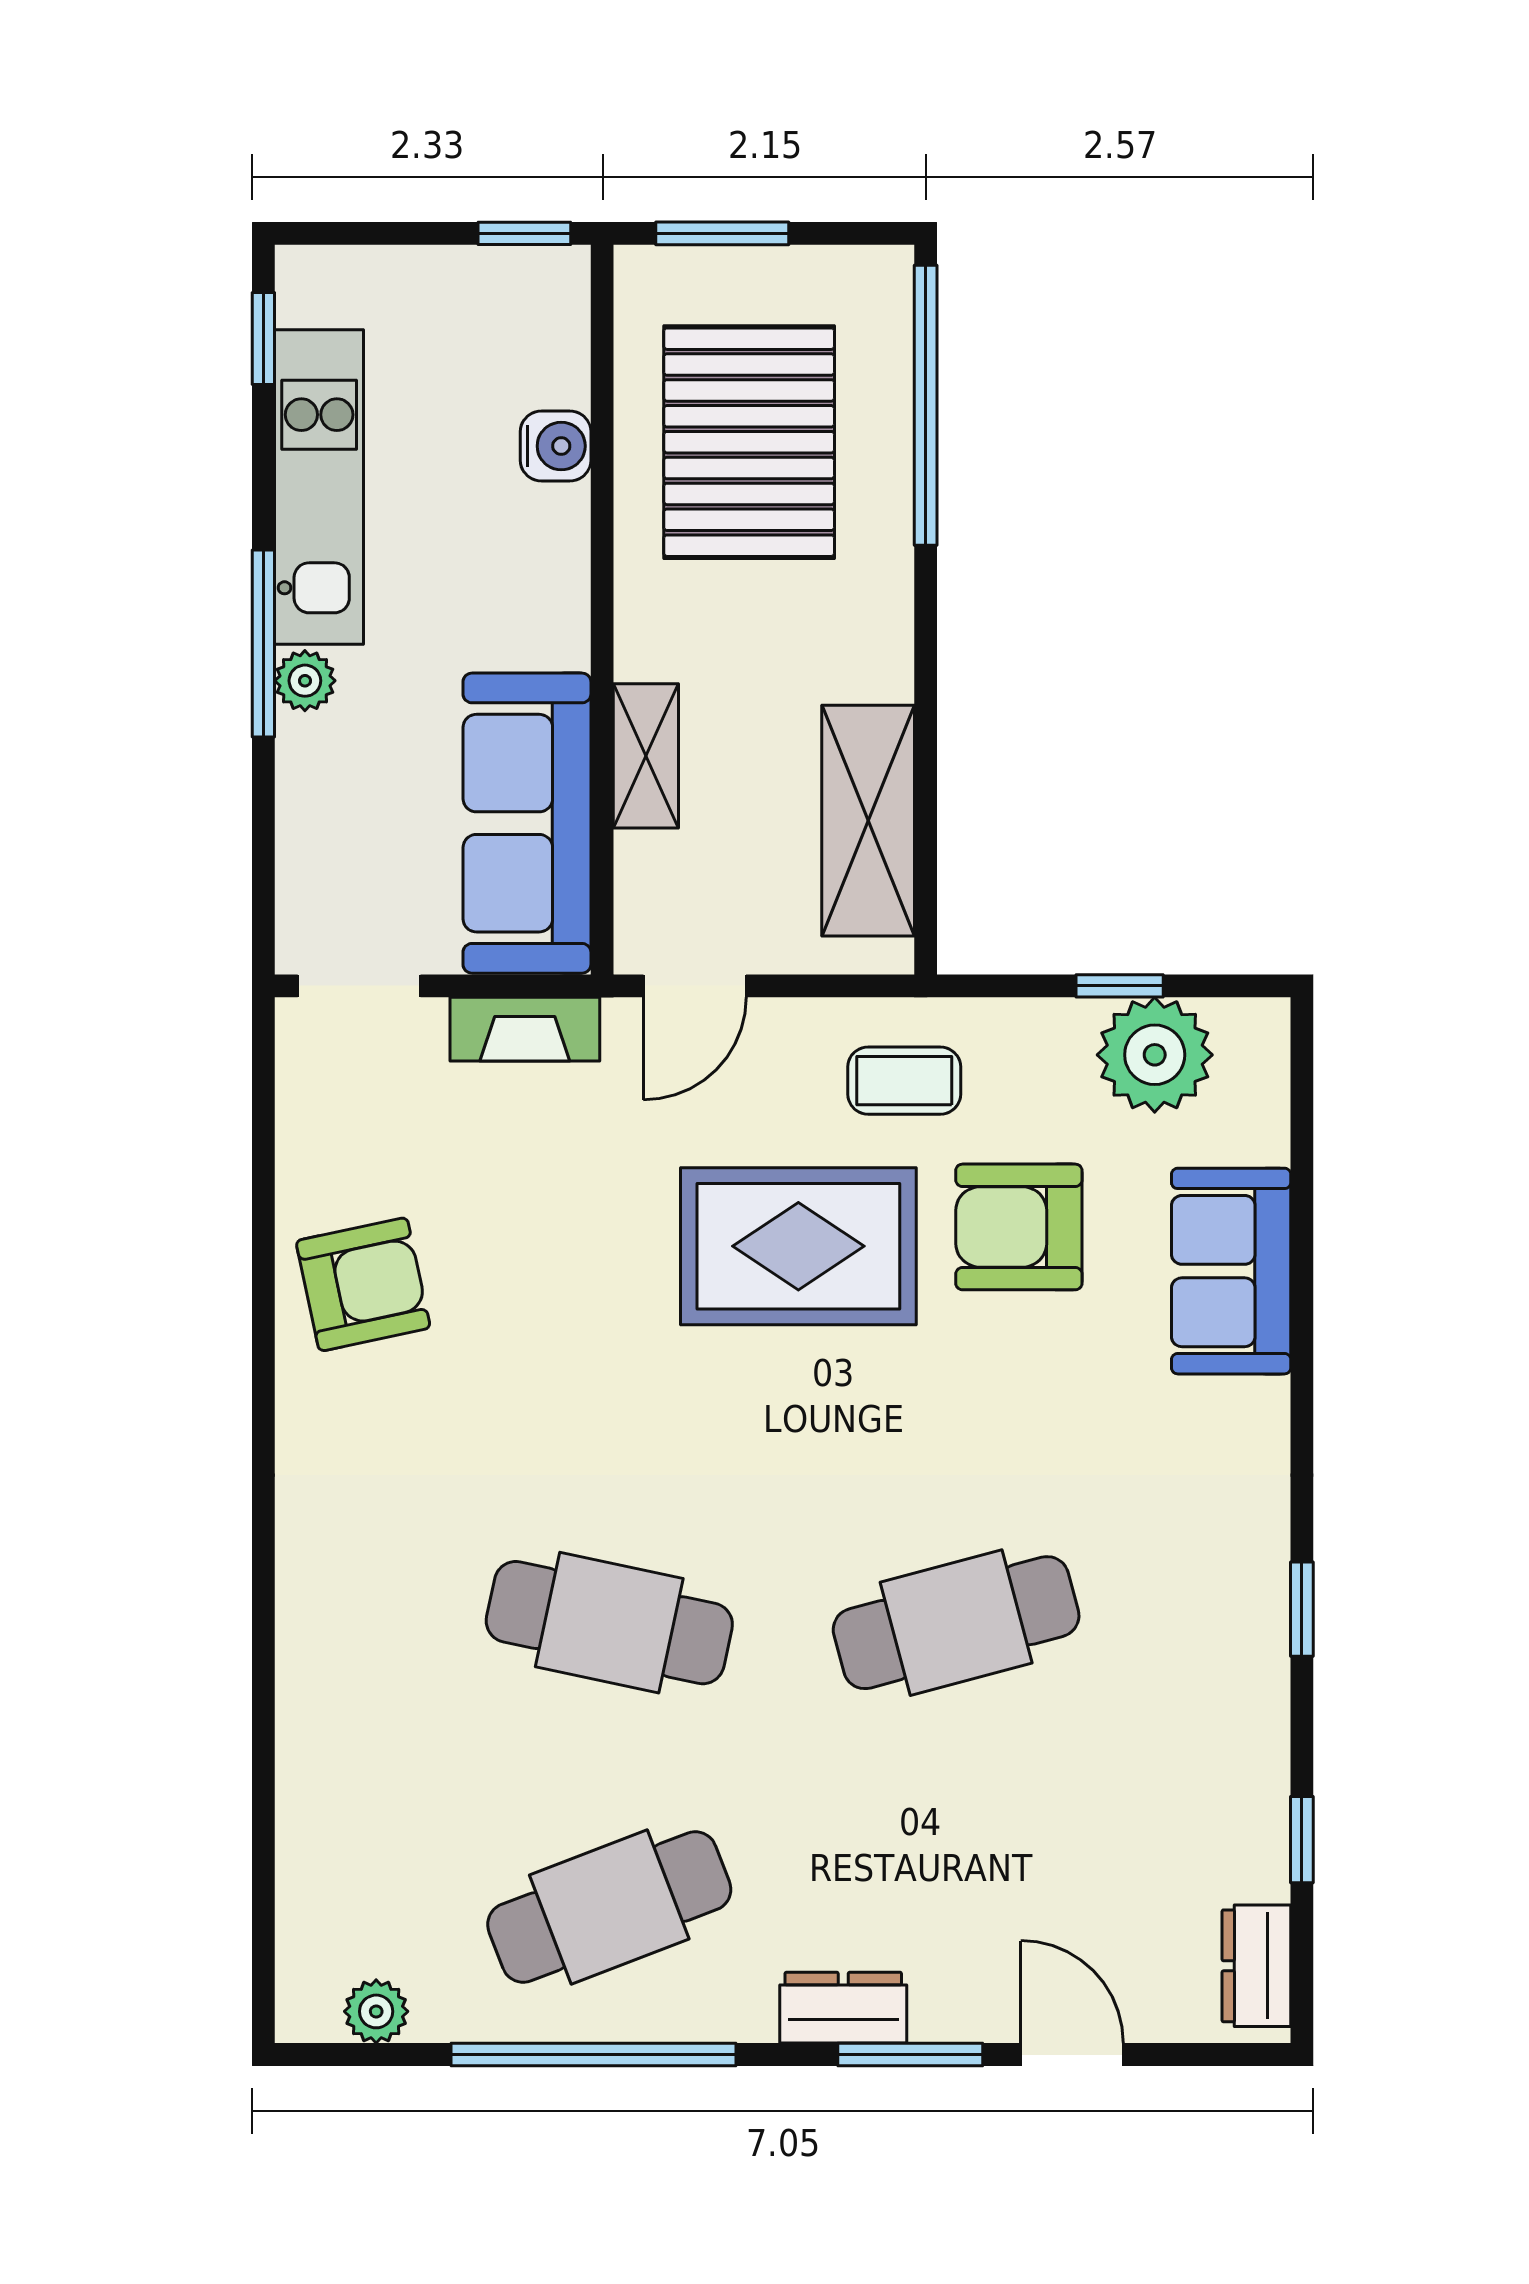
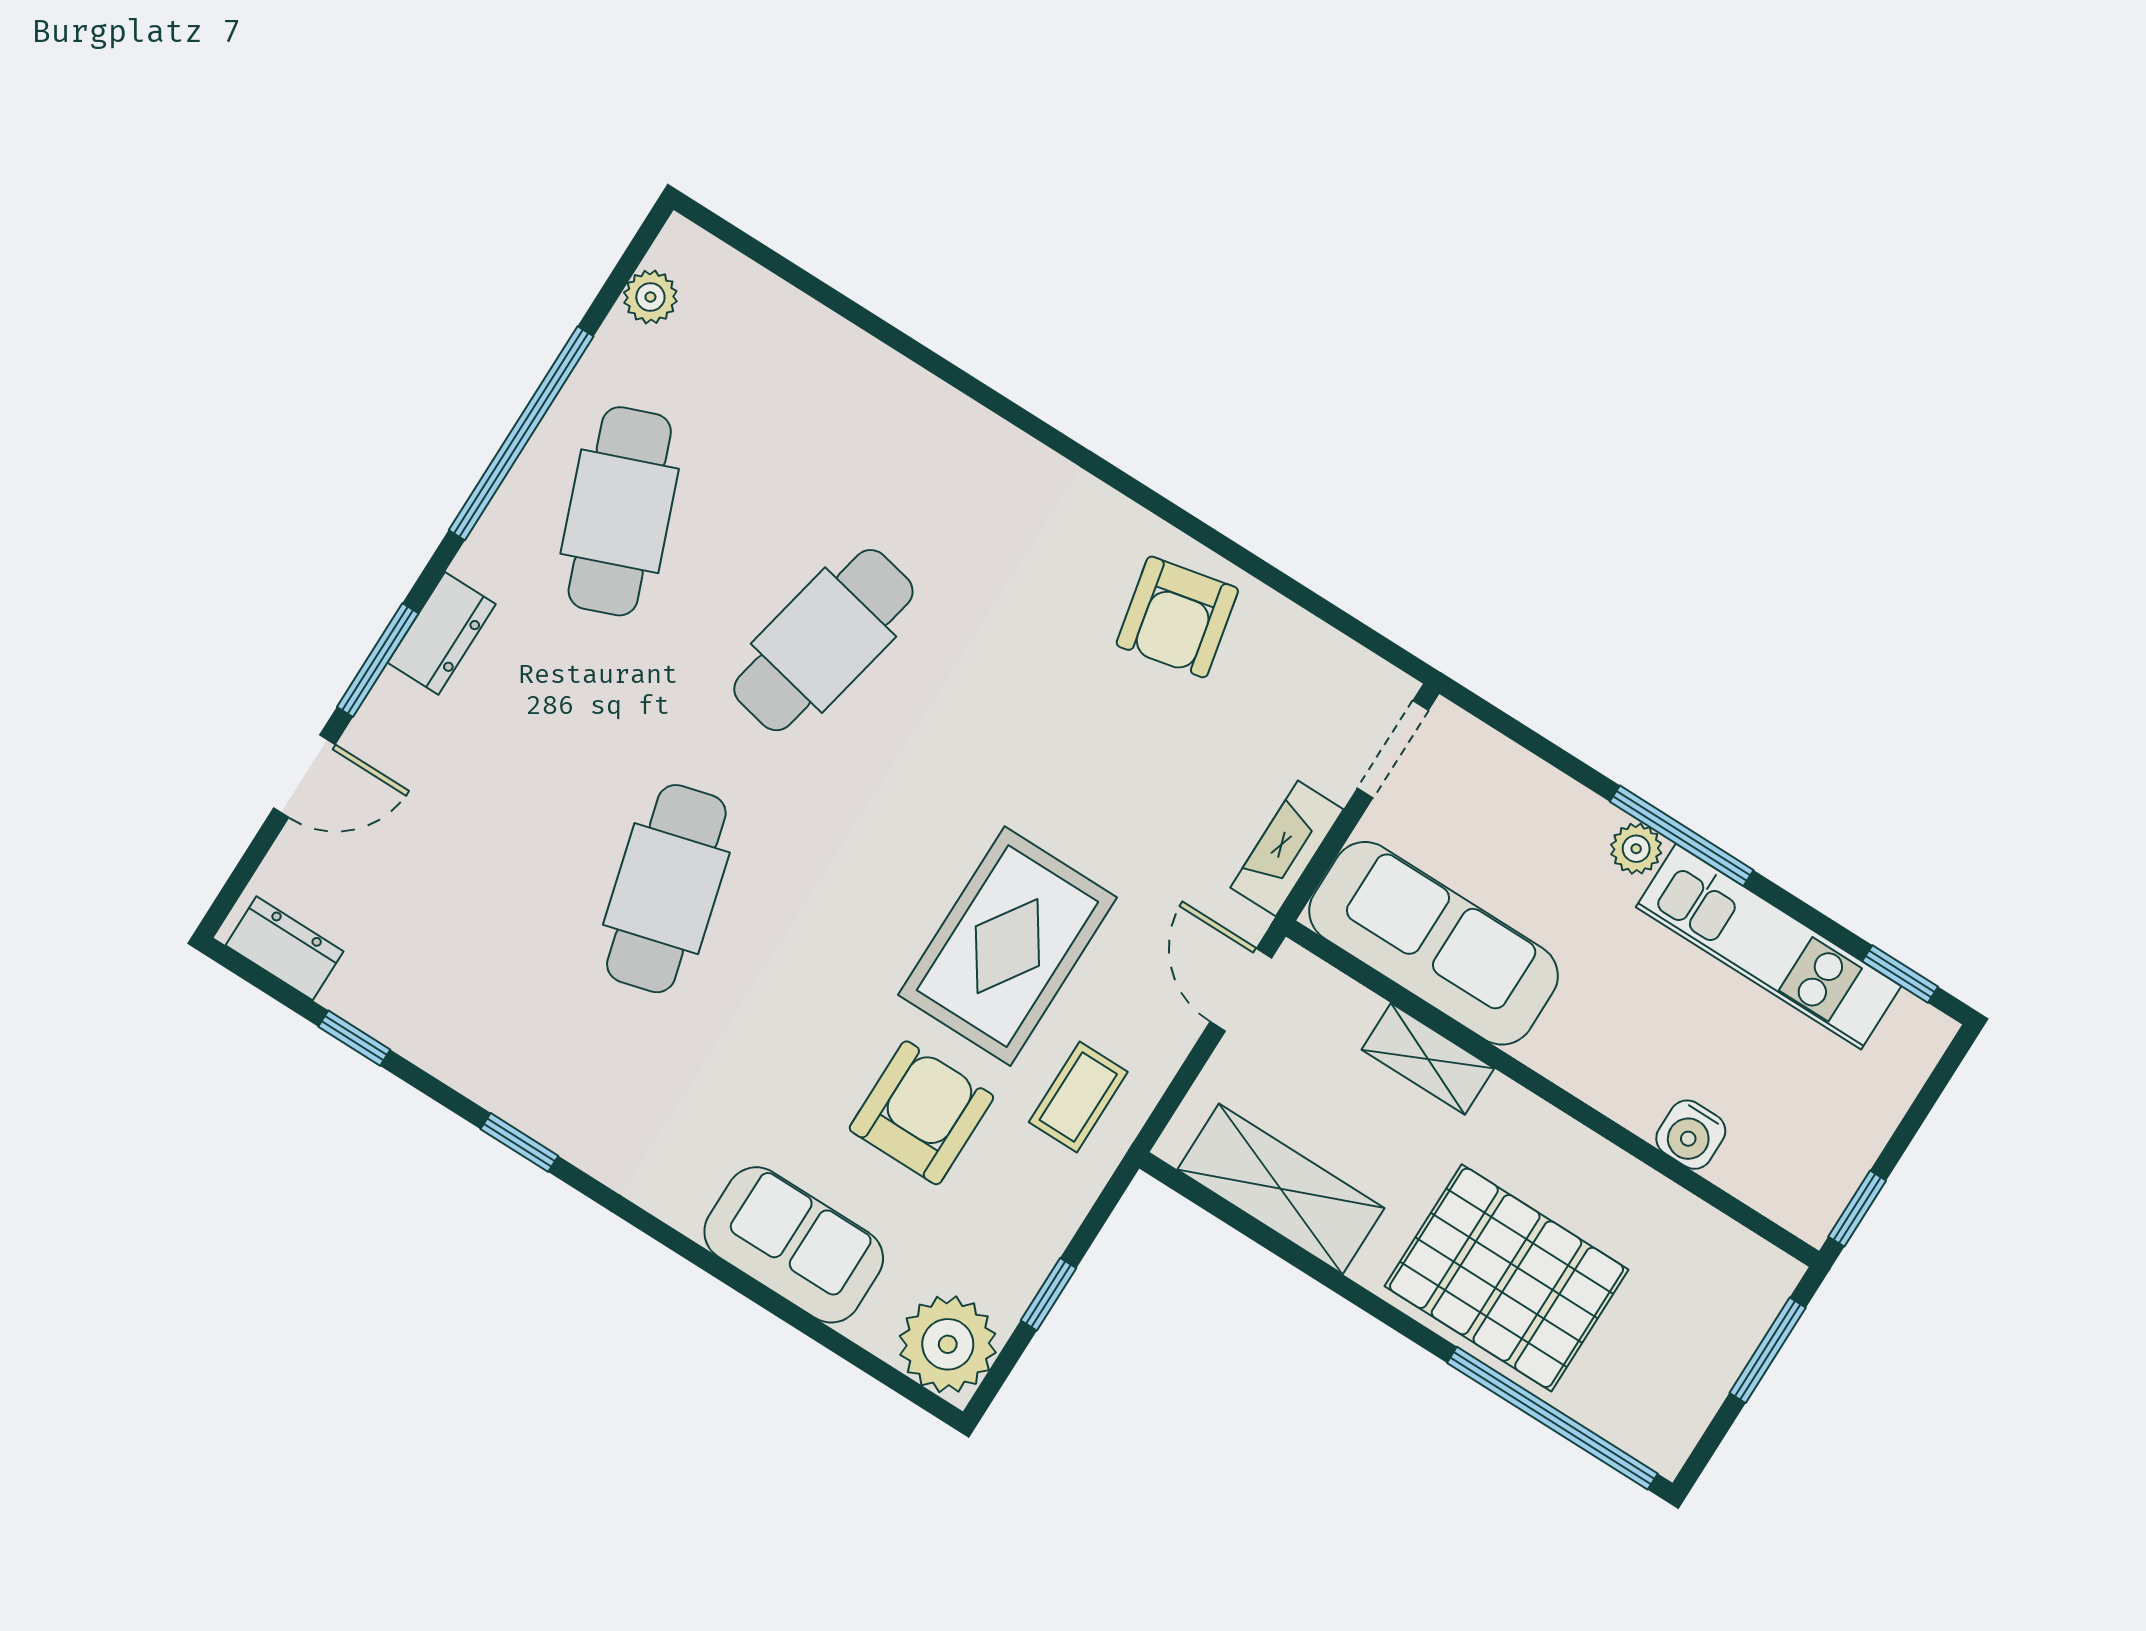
pallet: (749, 442) -> (1507, 1278), moved
plant: (1155, 1055) -> (948, 1344), moved

